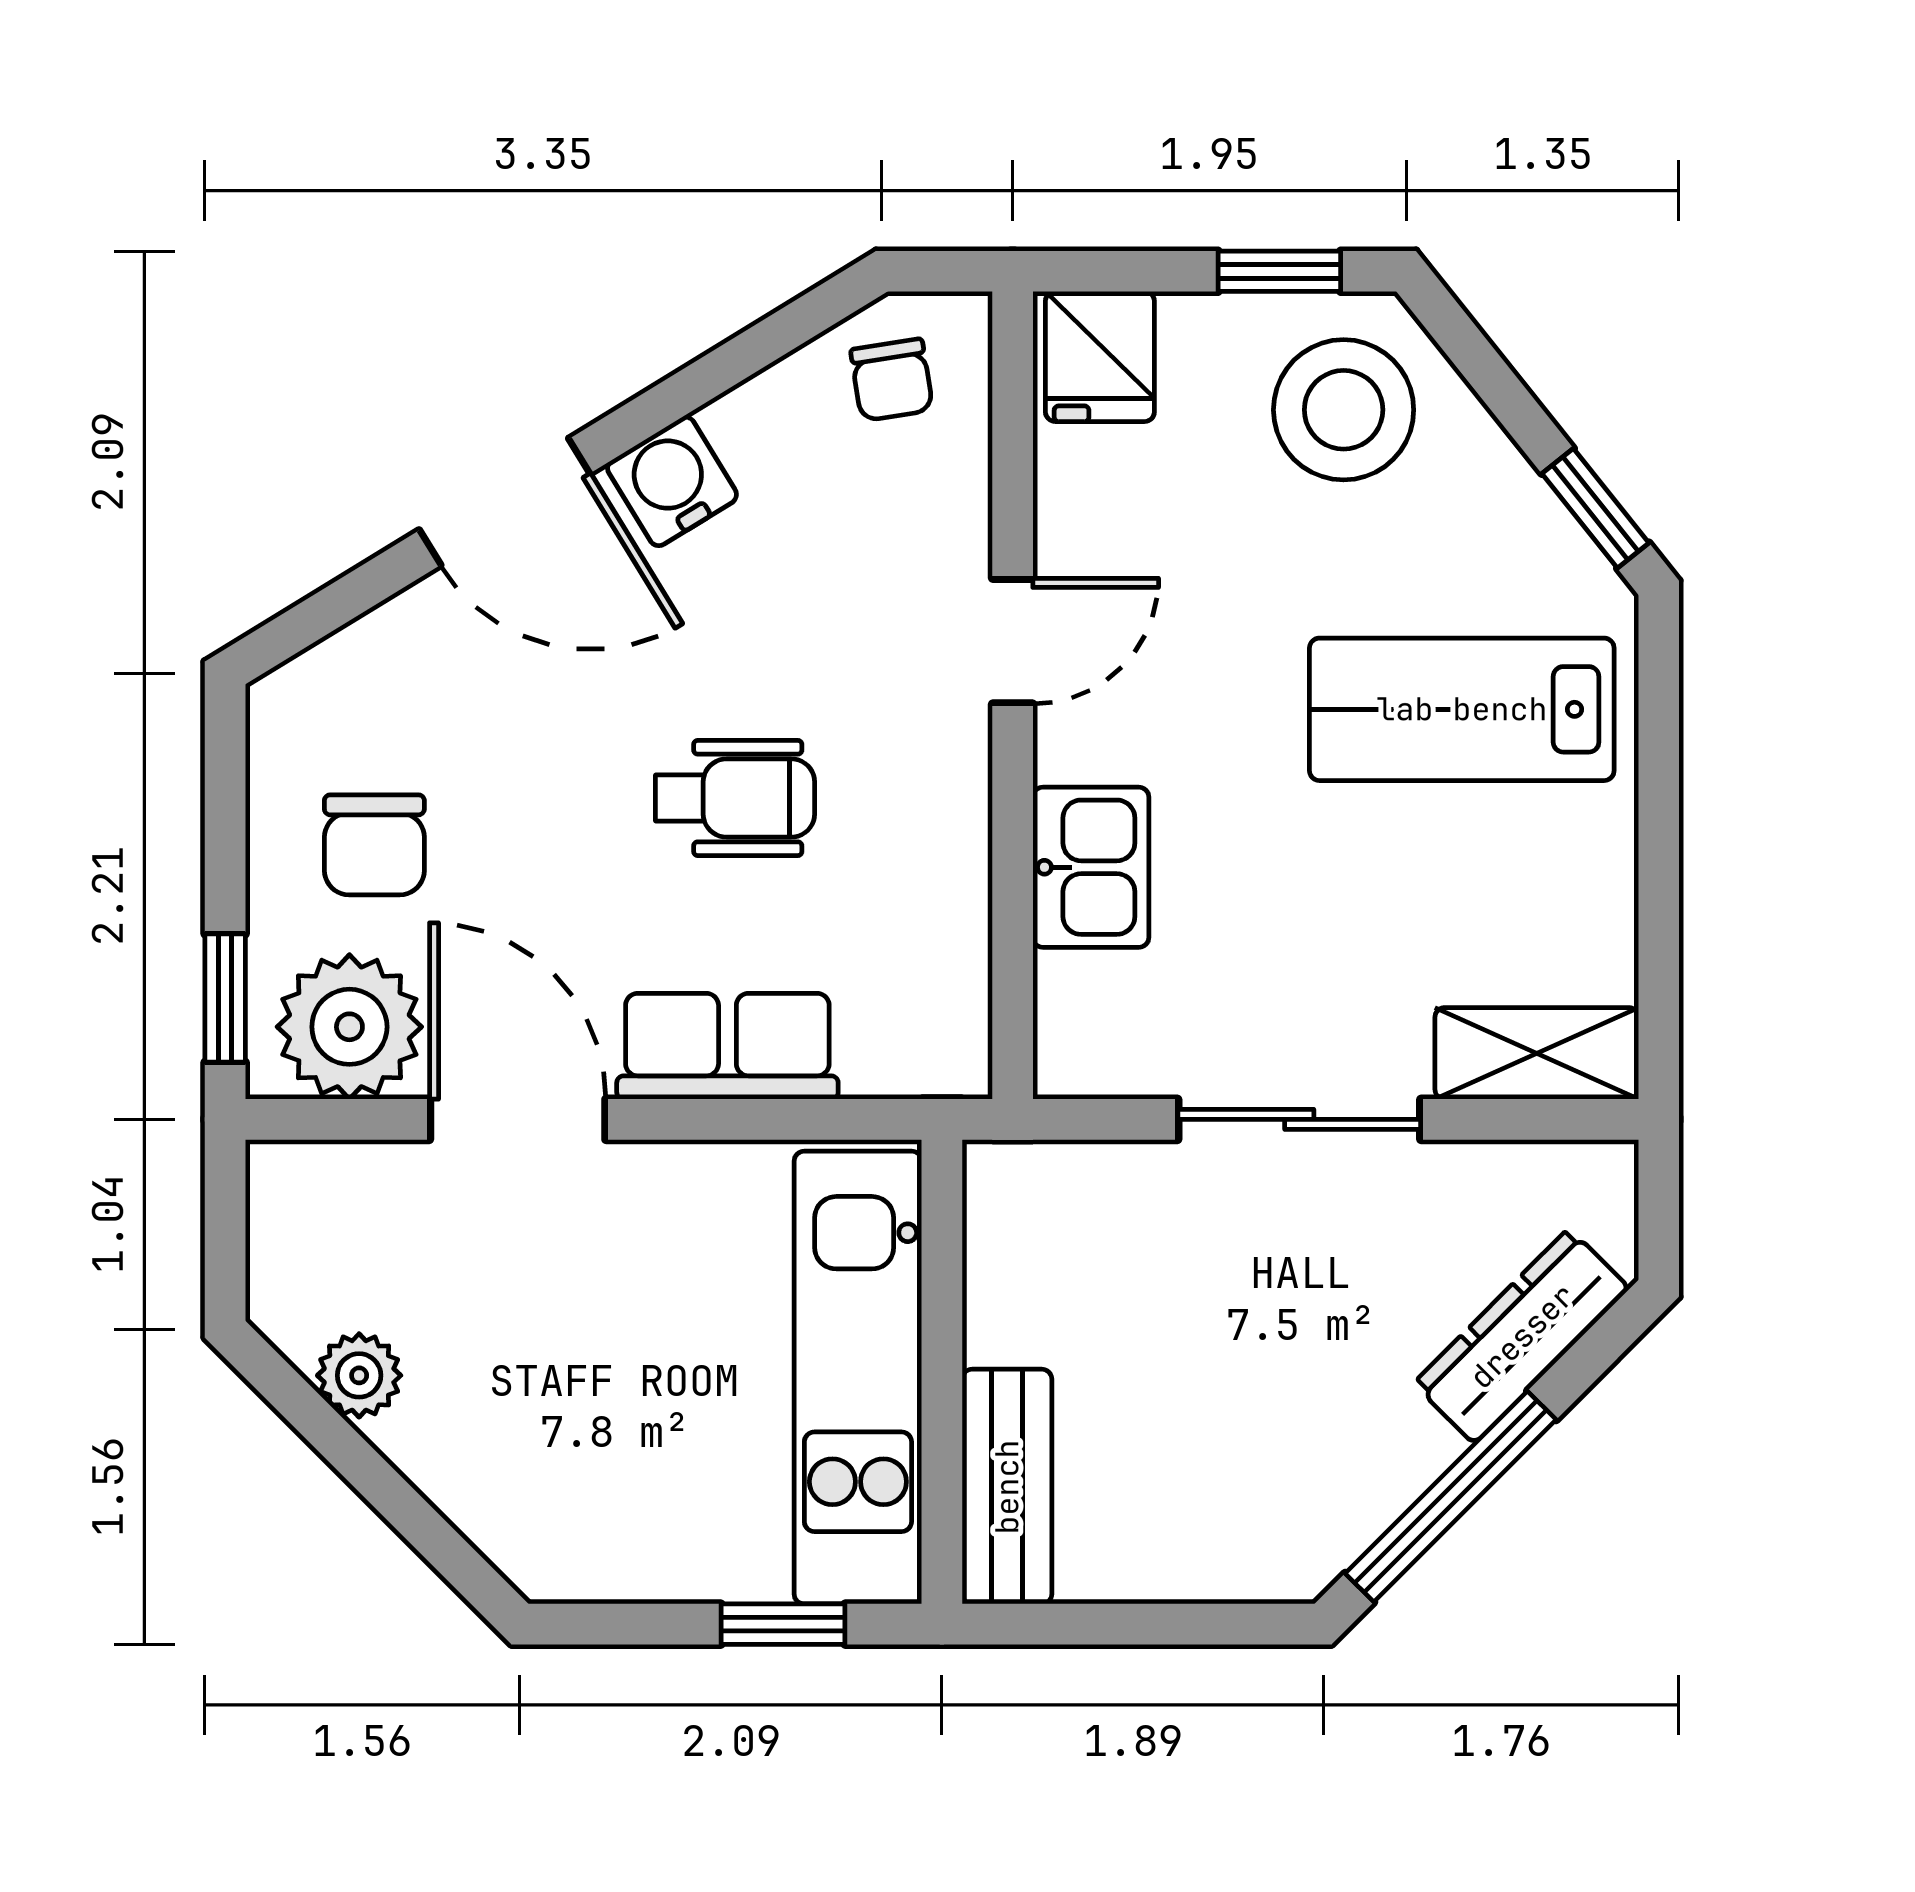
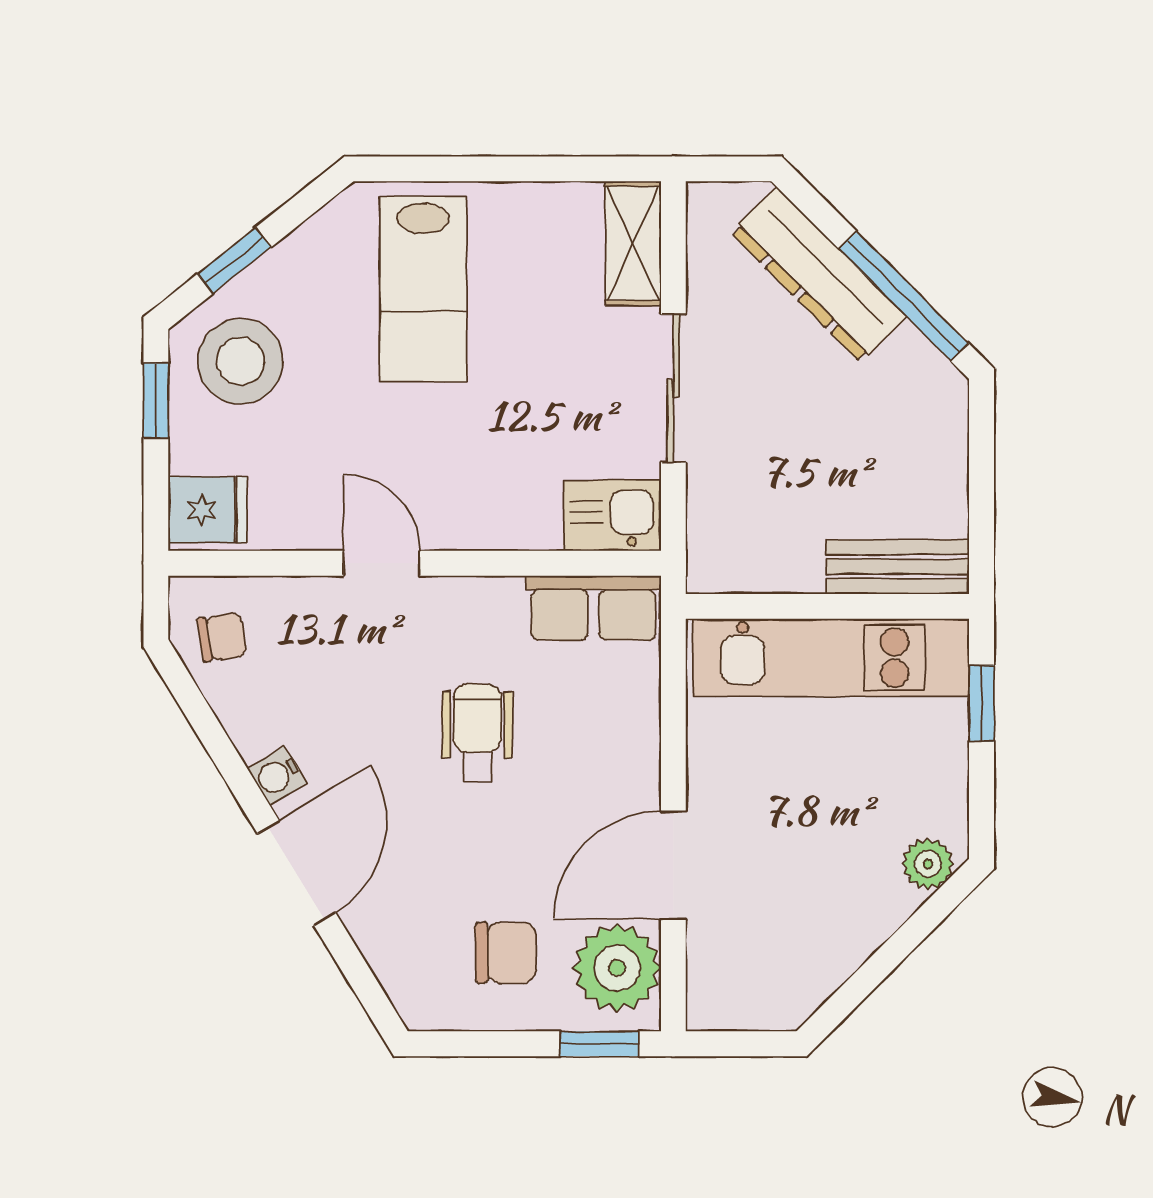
water cooler: (672, 481) -> (277, 775), width x0.72, depth x0.72
window: (1595, 508) -> (234, 260), moved
kitchen sink: (1091, 867) -> (612, 515), moved
row of seats: (727, 1046) -> (594, 608), moved, turned -90
dresser: (1522, 1336) -> (818, 275), width x1.37, depth x1.24
plant: (359, 1375) -> (928, 864), moved

